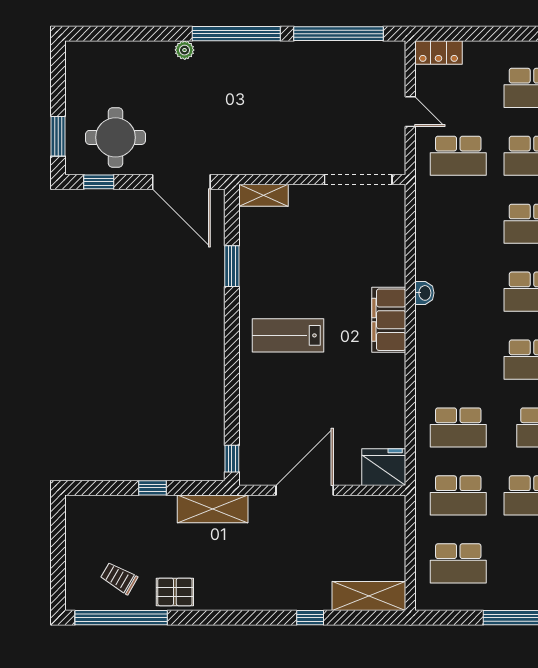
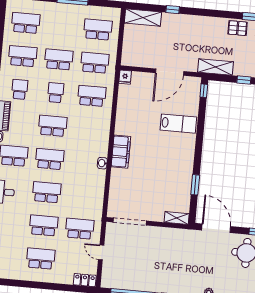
lab bench: (288, 335) -> (178, 124), moved
fridge: (384, 467) -> (125, 77), width x0.53, depth x0.75

